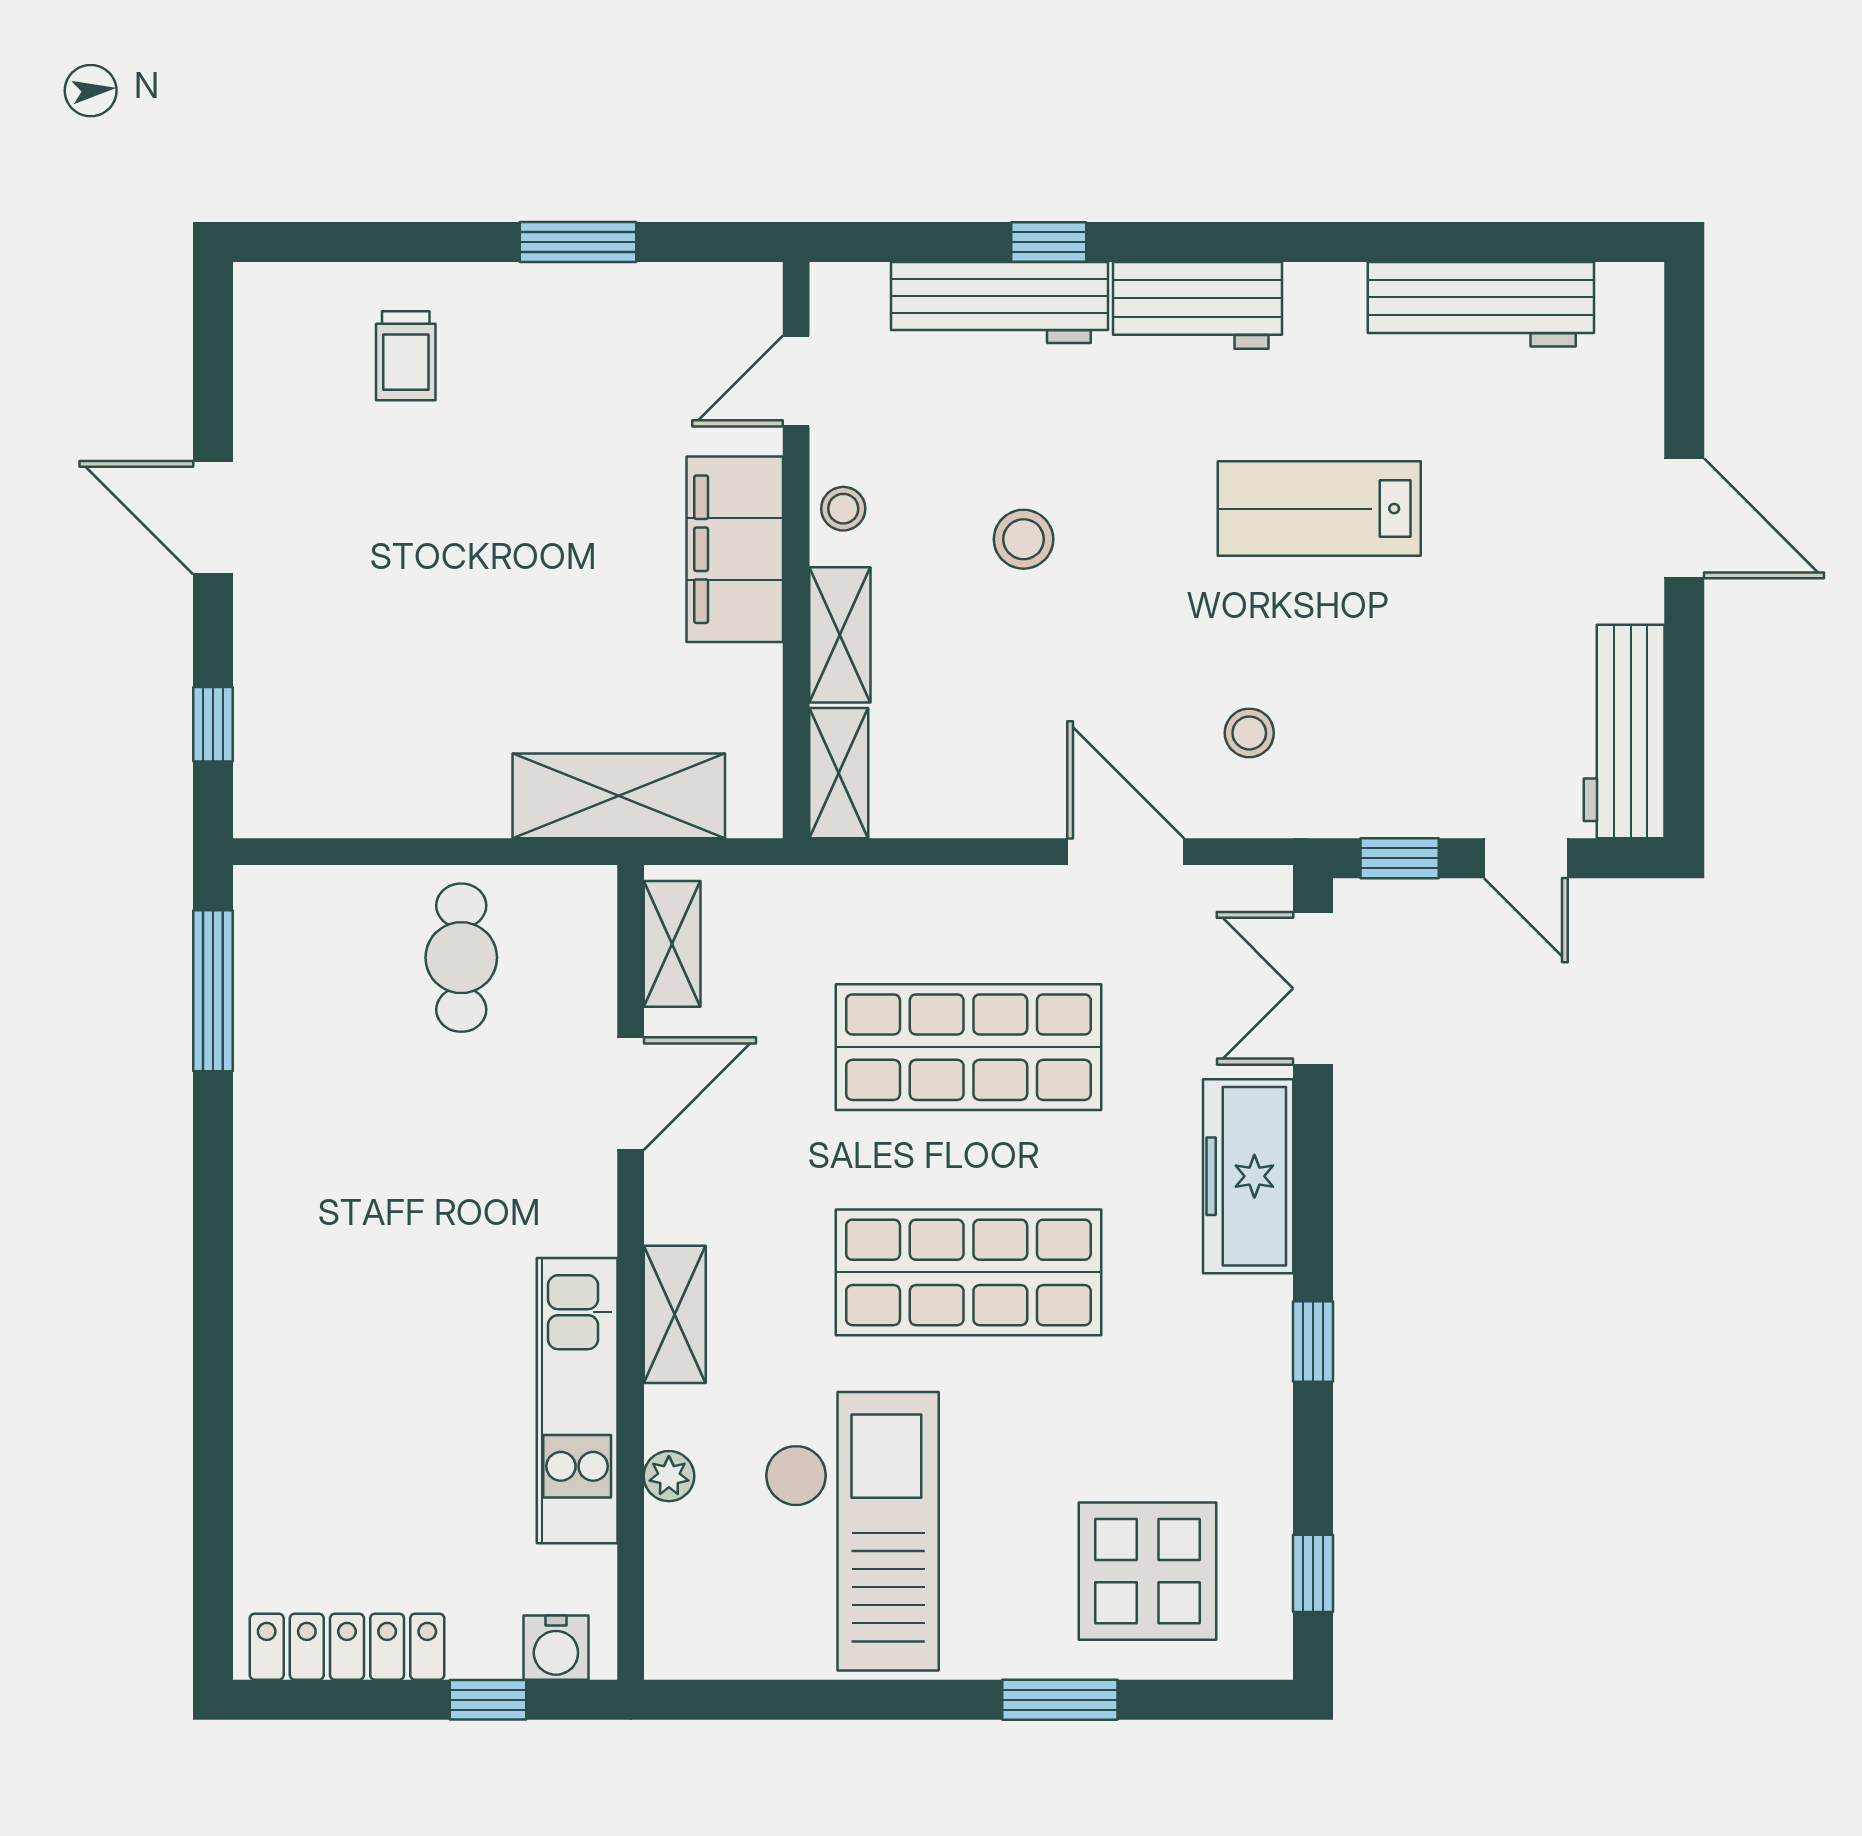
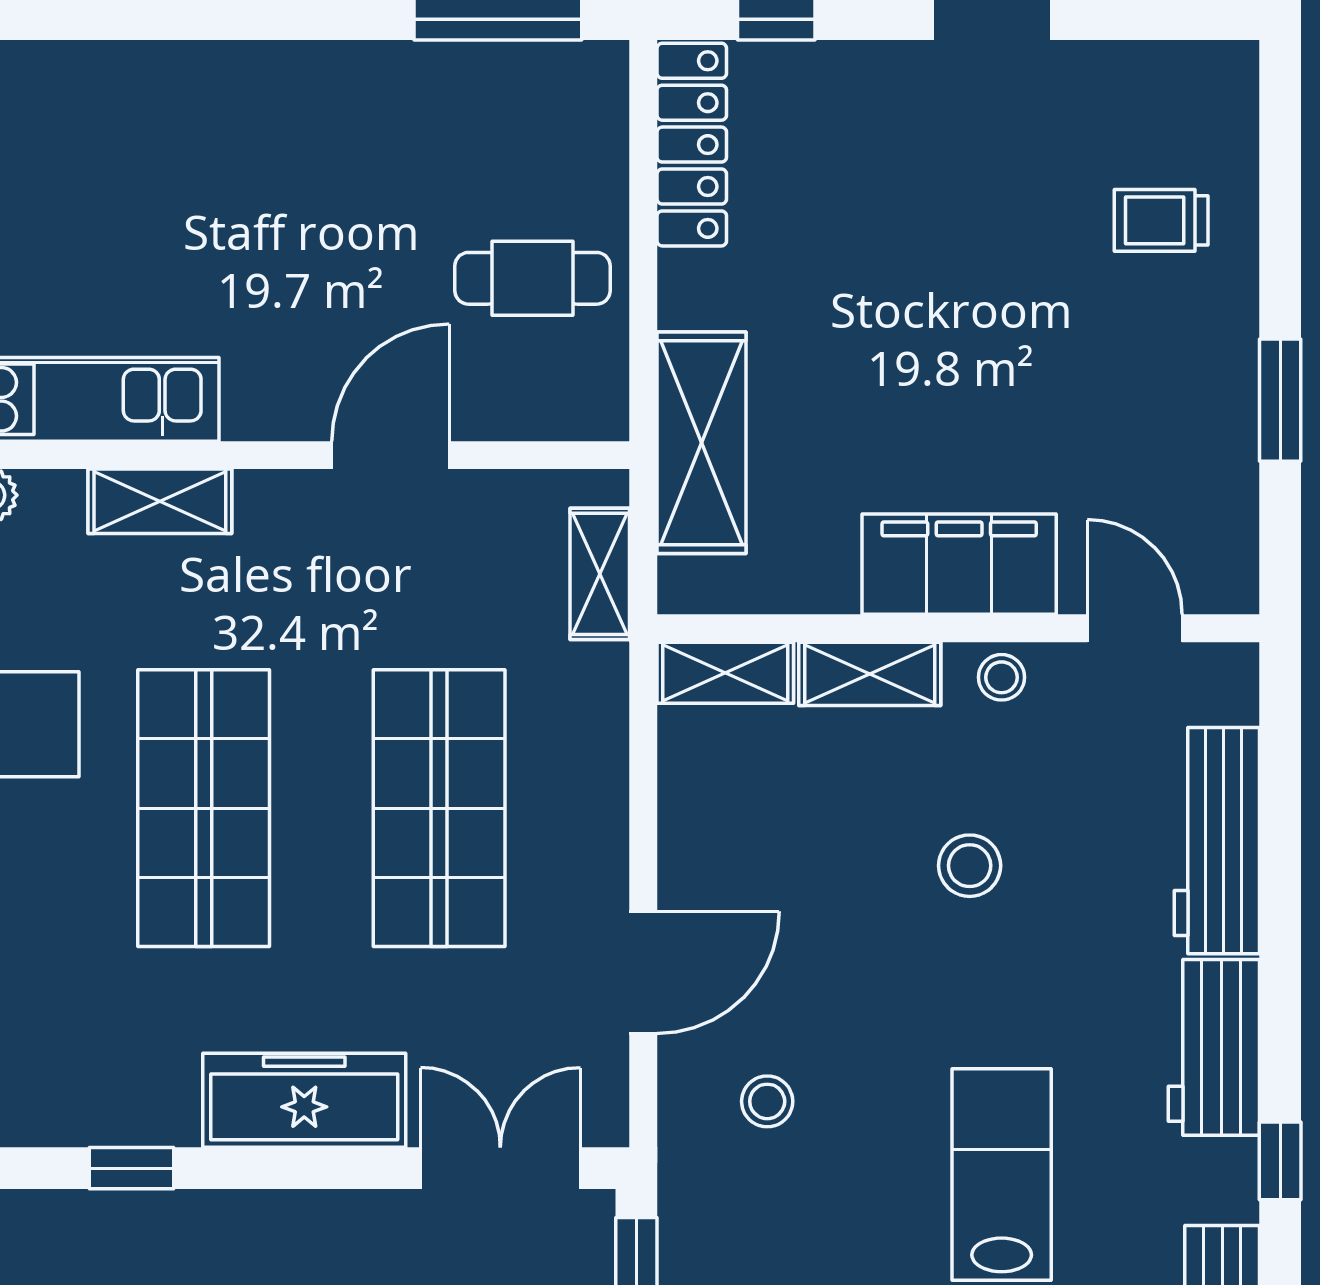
window: (1049, 242) -> (1280, 1161), moved
locker: (333, 805) -> (692, 145), added
shelving: (672, 944) -> (600, 574), moved, turned 90
door: (631, 1094) -> (391, 455), swing flipped

